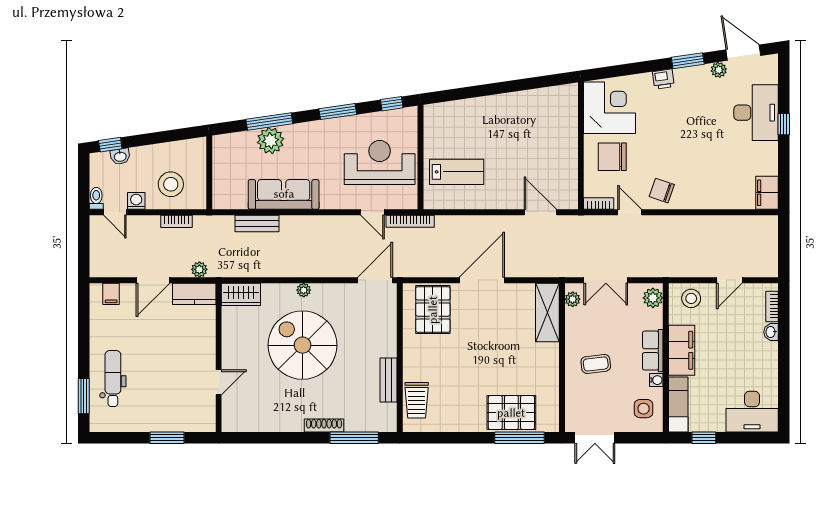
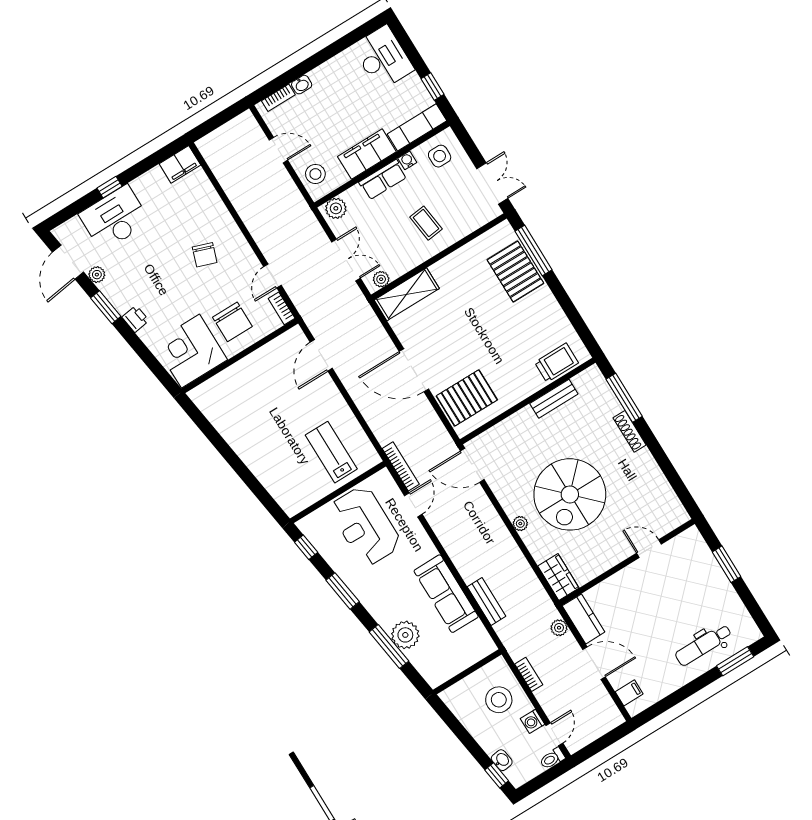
chair: (662, 191) -> (205, 255), moved

